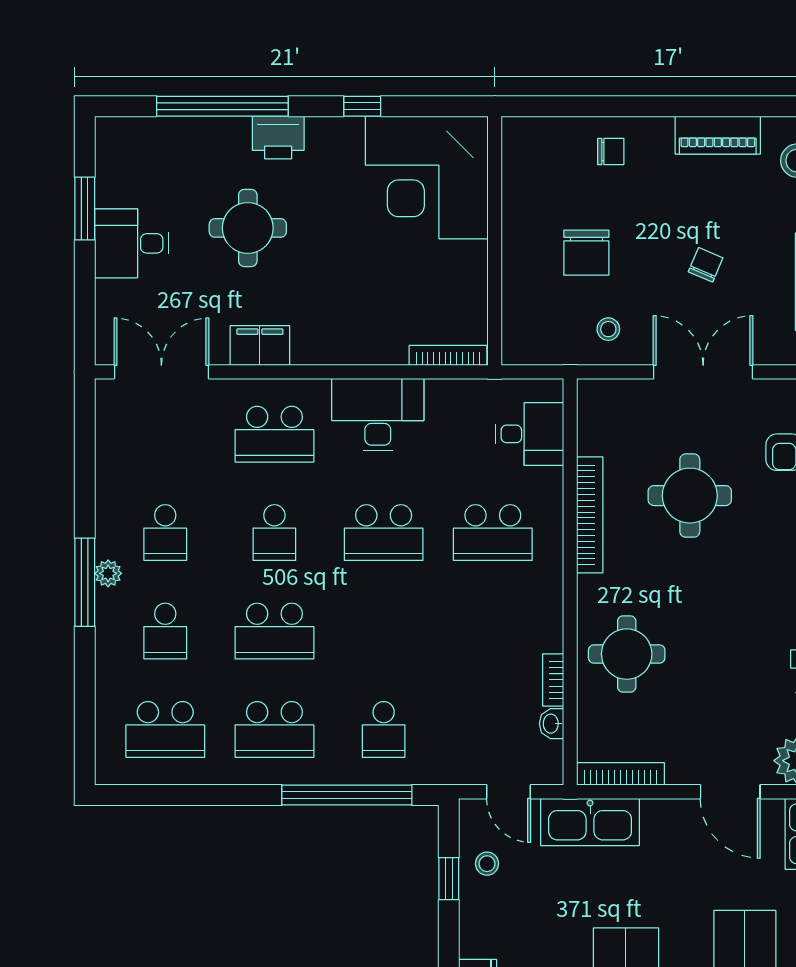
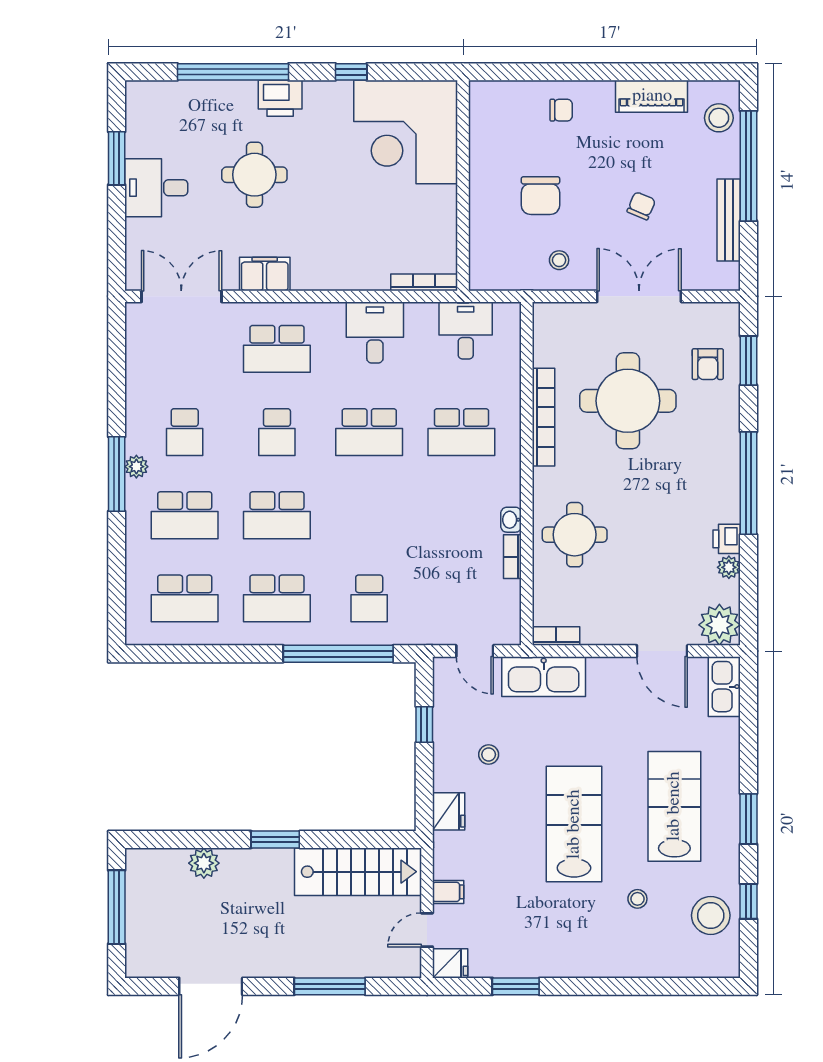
desk: (378, 415) -> (375, 332), width x0.73
desk: (530, 434) -> (466, 330), moved, turned -90
round table: (690, 496) -> (628, 401), width x1.36, depth x1.36
school desk: (165, 631) -> (185, 515), width x1.85
washbasin: (551, 724) -> (511, 520), moved
bookcase: (620, 774) -> (556, 636), width x0.64
stool: (487, 864) -> (489, 754), moved

